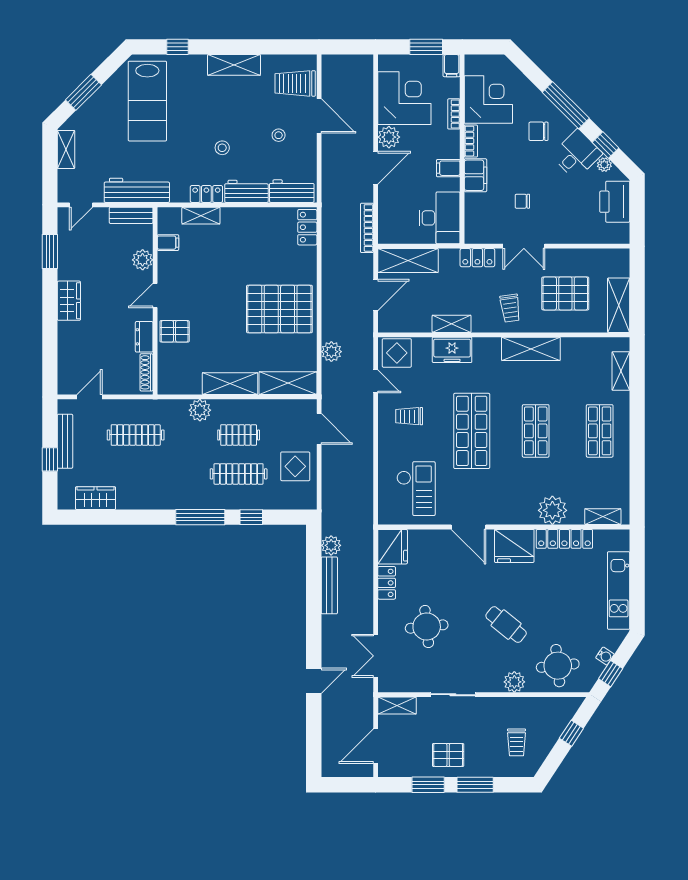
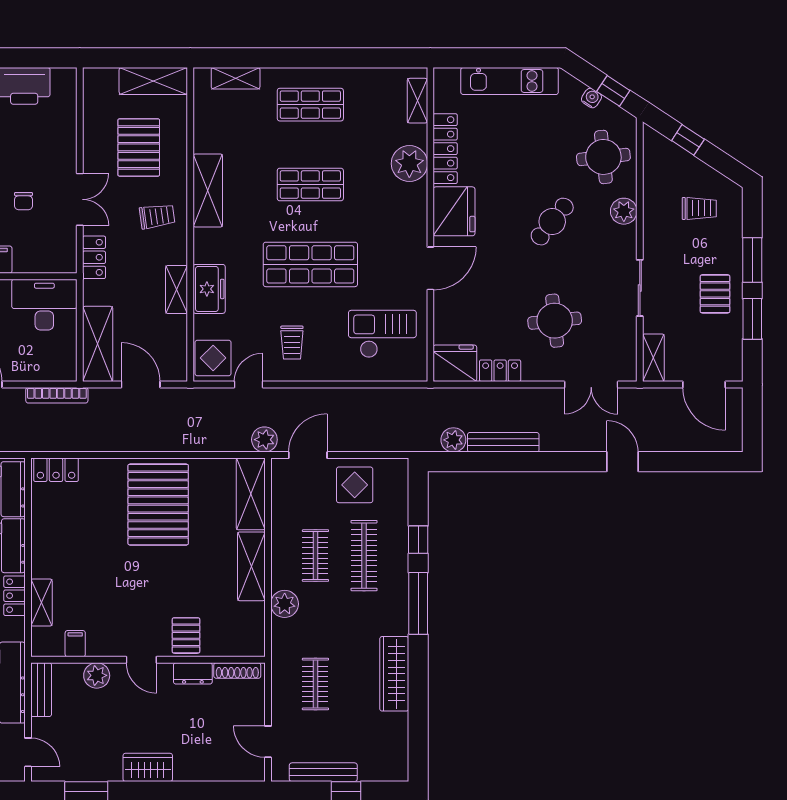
plant: (331, 352) -> (264, 440), moved
clothes rail: (136, 435) -> (315, 684), width x0.73
wardrobe: (96, 498) -> (394, 674), moved, width x1.50

